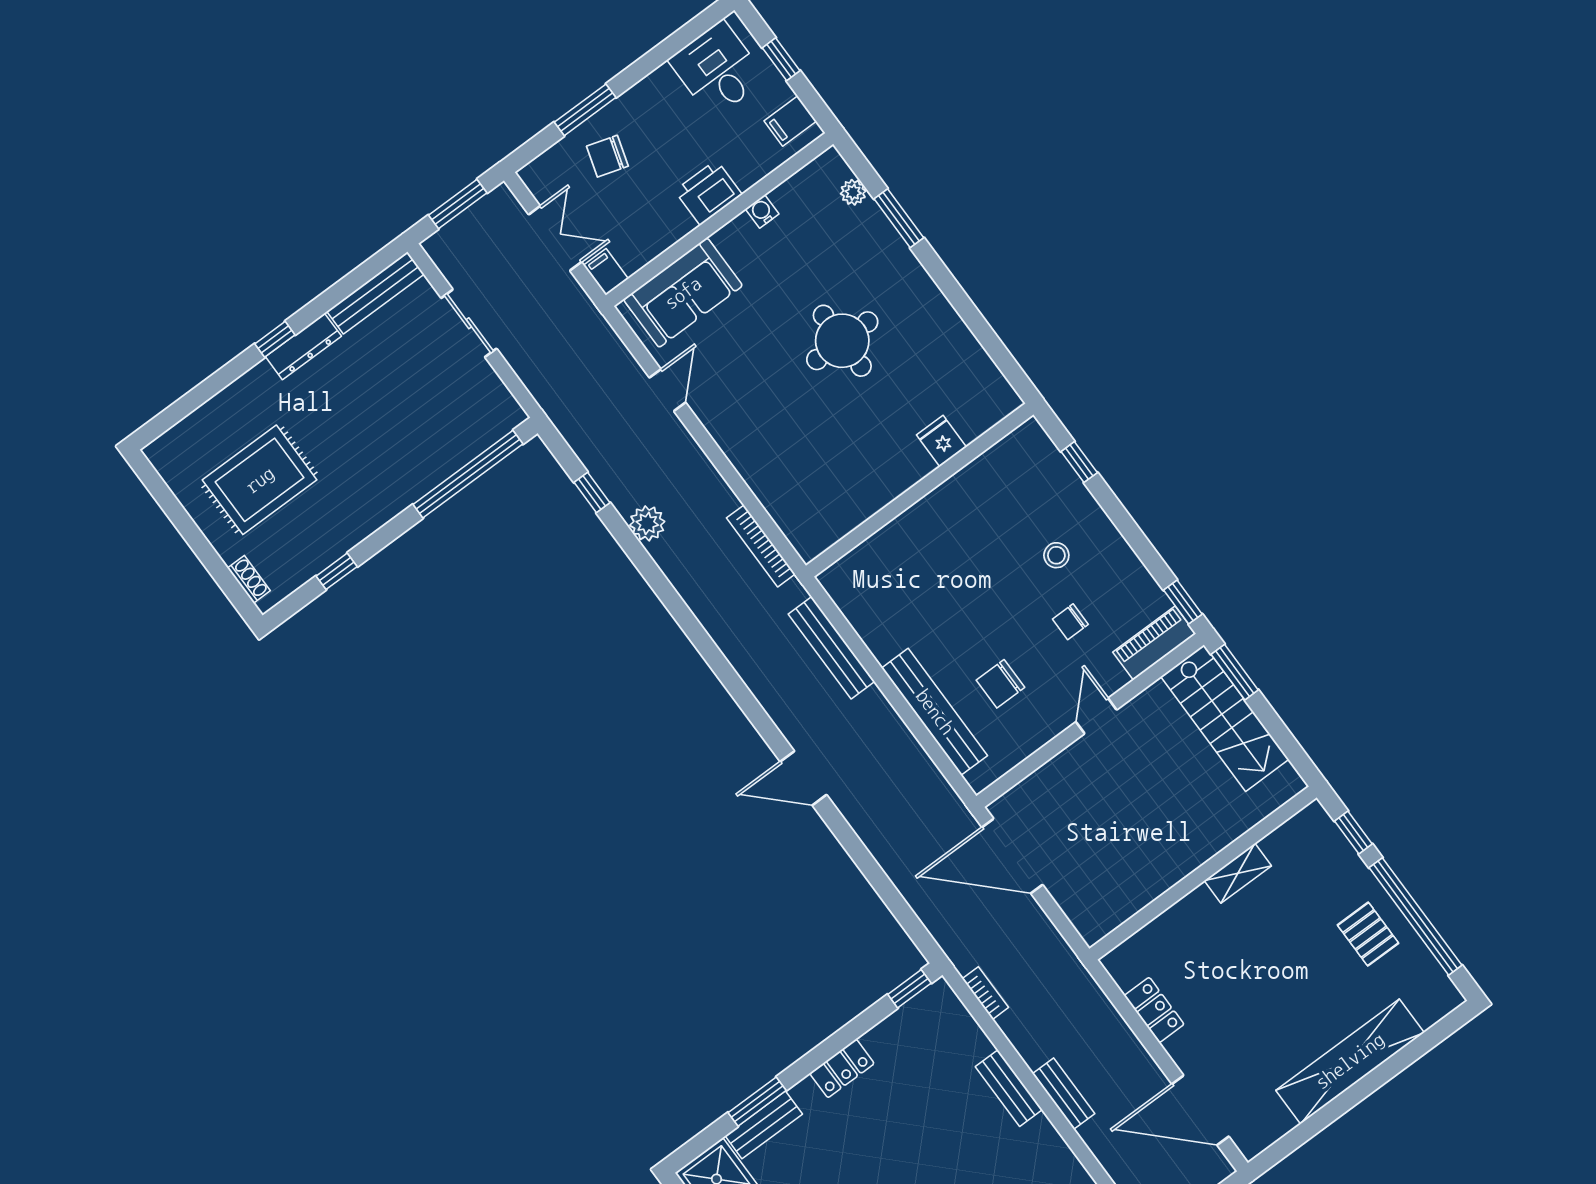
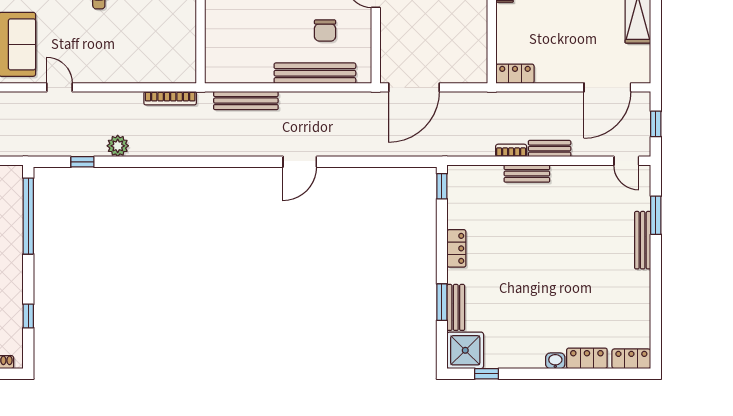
bookcase: (985, 993) -> (511, 150), moved
locker: (1154, 1010) -> (515, 74), moved

